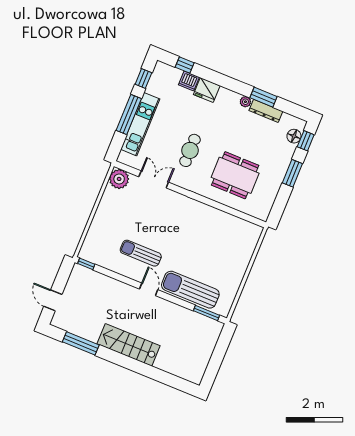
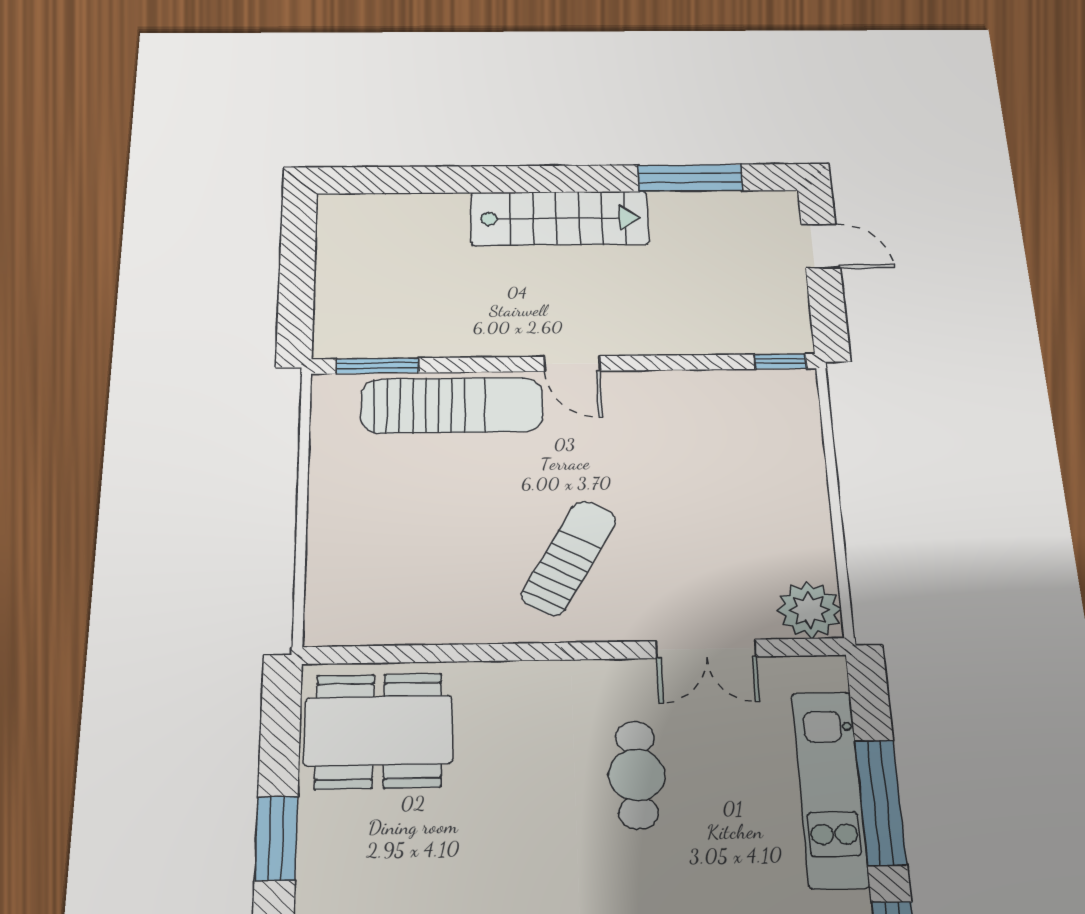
dining table: (235, 175) -> (379, 731), moved
sun lounger: (141, 253) -> (569, 558), moved, turned -61

